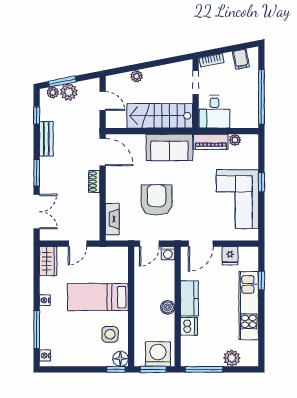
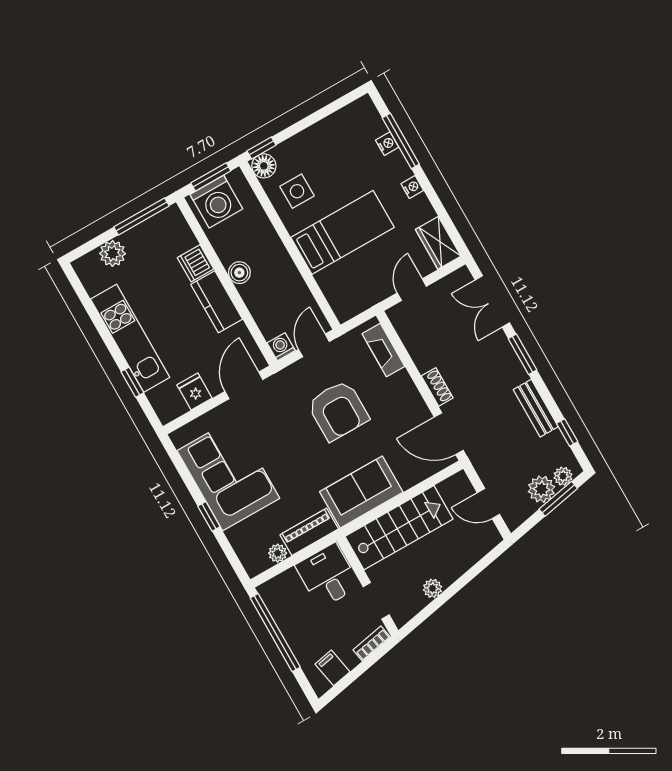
plant: (136, 76) -> (433, 588), moved
nightstand: (45, 356) -> (387, 144), moved

